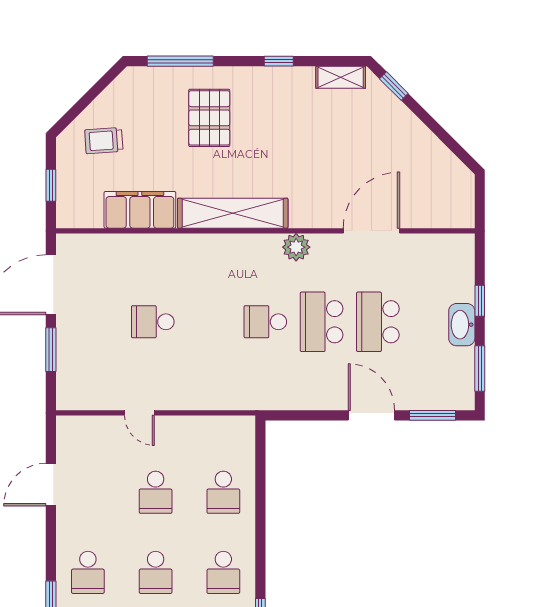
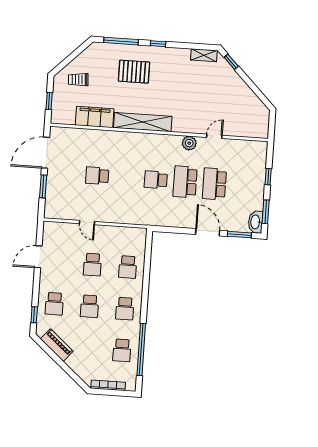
window: (279, 61) -> (158, 44), moved
pallet: (209, 118) -> (134, 72), turned 90
door: (371, 231) -> (214, 136), width x0.53
plant: (296, 247) -> (189, 143), moved
washbasin: (462, 325) -> (256, 222), moved

